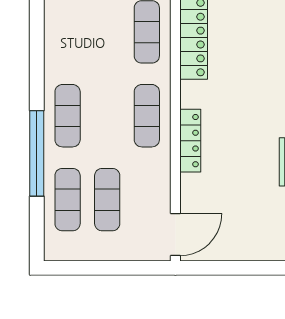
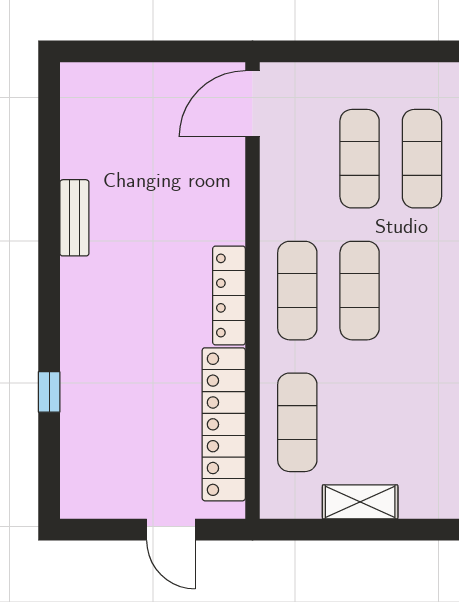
exercise mat: (68, 116) -> (360, 291), moved
locker: (190, 141) -> (229, 295), moved

